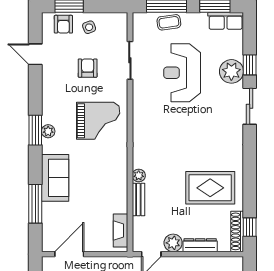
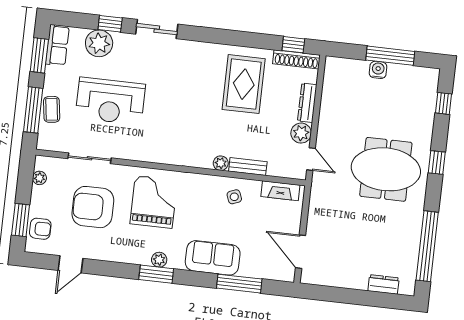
plant: (108, 18) -> (39, 178), added
side table: (89, 27) -> (234, 197), moved
armchair: (88, 68) -> (93, 207), width x1.88, depth x1.88
plant: (231, 71) -> (99, 43), moved

